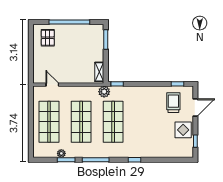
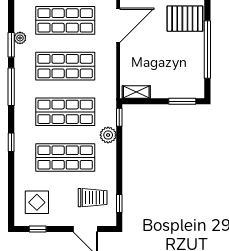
pallet: (48, 38) -> (185, 19), width x1.50, depth x1.42
door: (52, 85) -> (118, 25), width x1.87
plant: (104, 92) -> (108, 135), moved
shop shelf: (145, 122) -> (65, 157), added
display table: (183, 130) -> (37, 202), moved

